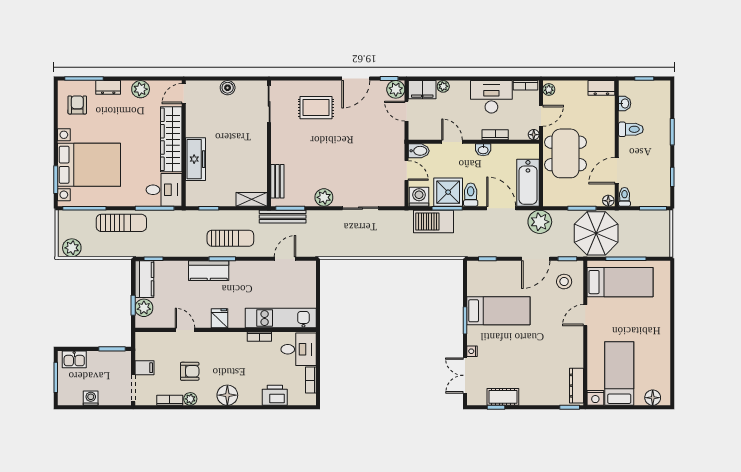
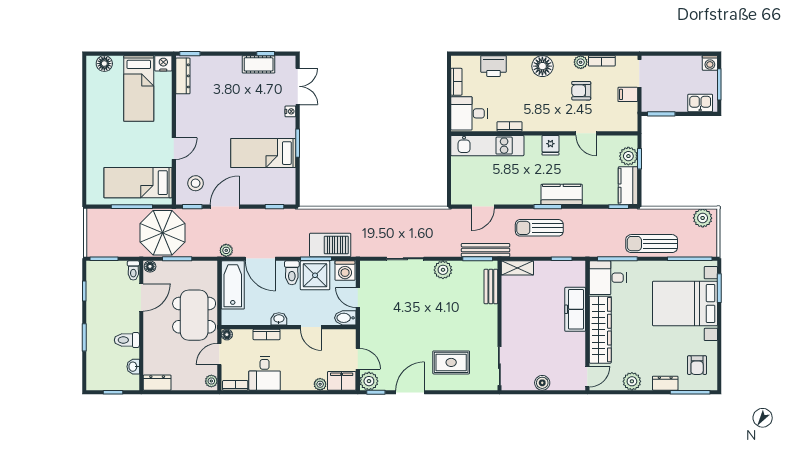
desk: (491, 97) -> (265, 373), width x0.73
plant: (540, 222) -> (226, 250), width x0.53, depth x0.53
washing machine: (91, 398) -> (710, 63), moved

